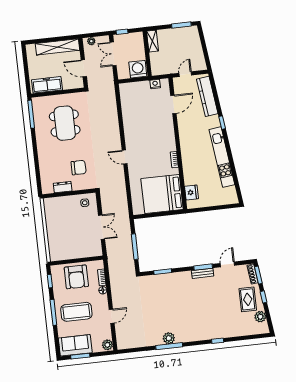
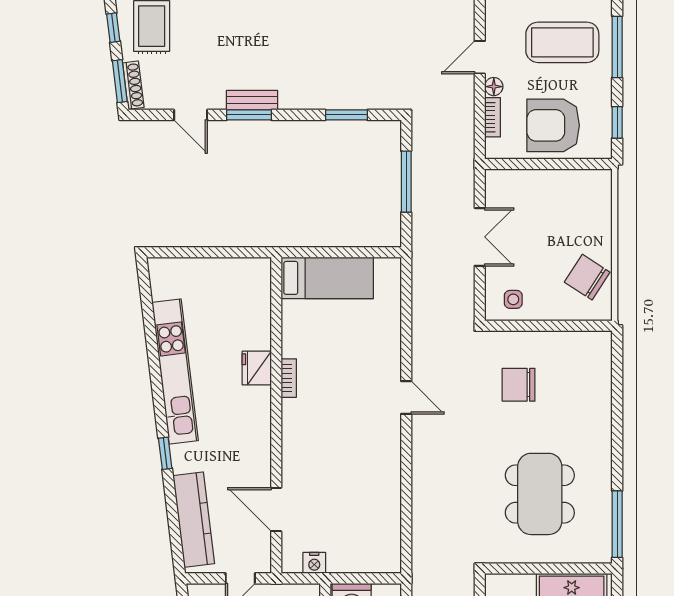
door: (173, 104) -> (276, 510), hinge flipped
dresser: (63, 187) -> (562, 342), removed
fridge: (191, 192) -> (257, 368), moved
bed: (162, 194) -> (327, 278), width x0.49
chair: (55, 215) -> (587, 277), added
double door: (102, 227) -> (480, 237), swing flipped
door: (227, 264) -> (191, 115), hinge flipped
armchair: (76, 277) -> (553, 125), turned -90
door: (112, 316) -> (480, 57), moved

